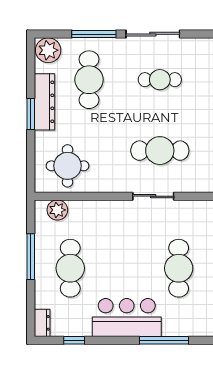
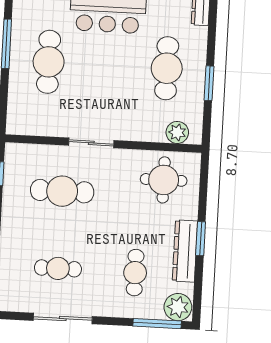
window: (94, 34) -> (157, 324), moved
cafe table: (89, 80) -> (135, 273), width x0.73, depth x0.74
sliding door: (153, 196) -> (91, 143), moved
window: (31, 257) -> (209, 83), width x0.69

